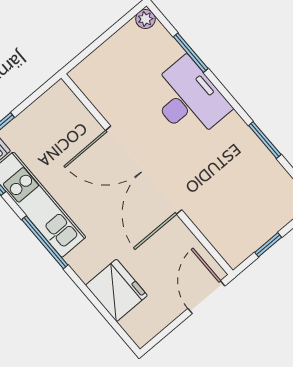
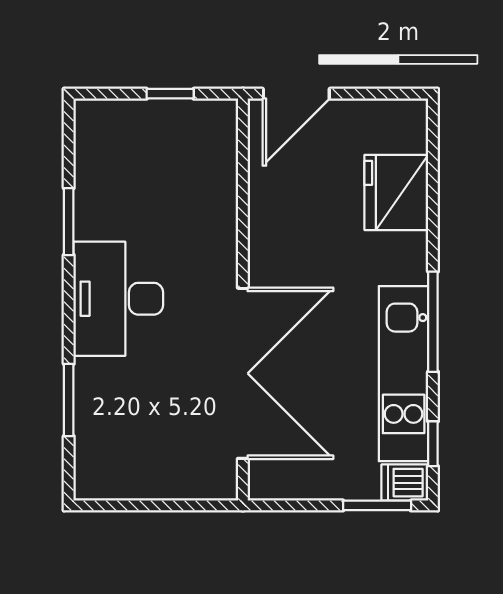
plant: (145, 19) -> (88, 486), removed
desk: (188, 99) -> (118, 299), moved
double door: (144, 170) -> (243, 373), moved

